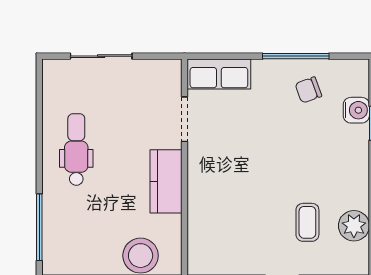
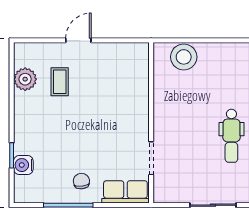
chair: (308, 90) -> (81, 181), moved, turned -77
kitchen counter: (166, 181) -> (165, 112), removed

